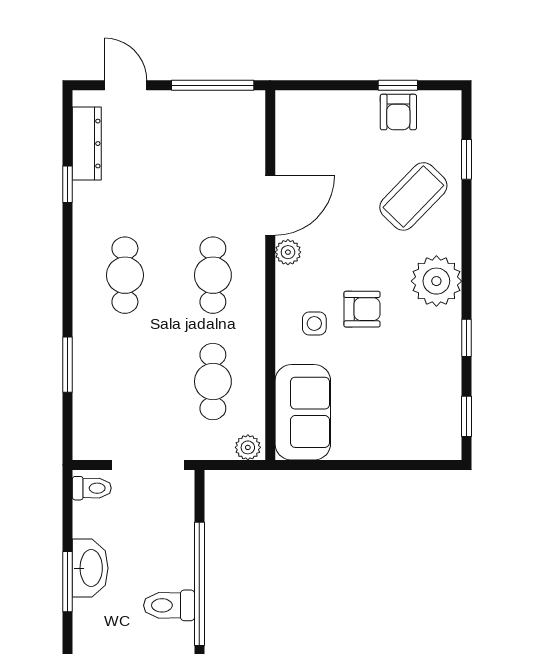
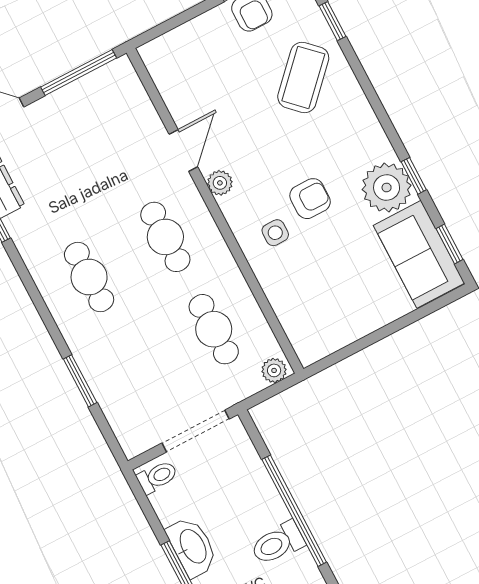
door: (270, 205) -> (183, 150), width x0.73
plant: (436, 281) -> (387, 187), moved
sofa: (303, 412) -> (419, 254), moved, turned 180

